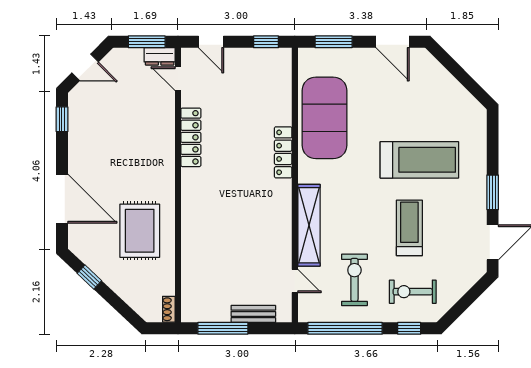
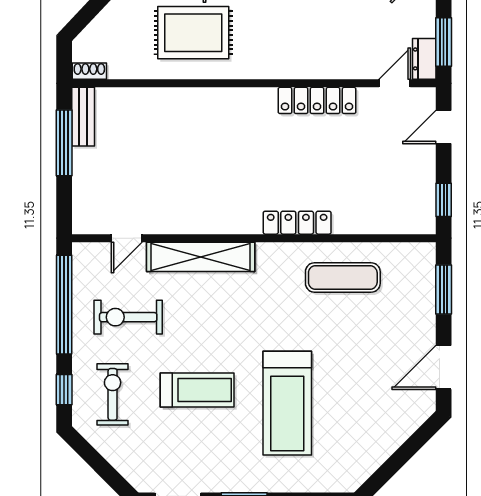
exercise mat: (325, 118) -> (343, 277), width x0.50, depth x0.69
exercise bike: (354, 280) -> (128, 317), turned 180
bench: (253, 314) -> (83, 117), moved

